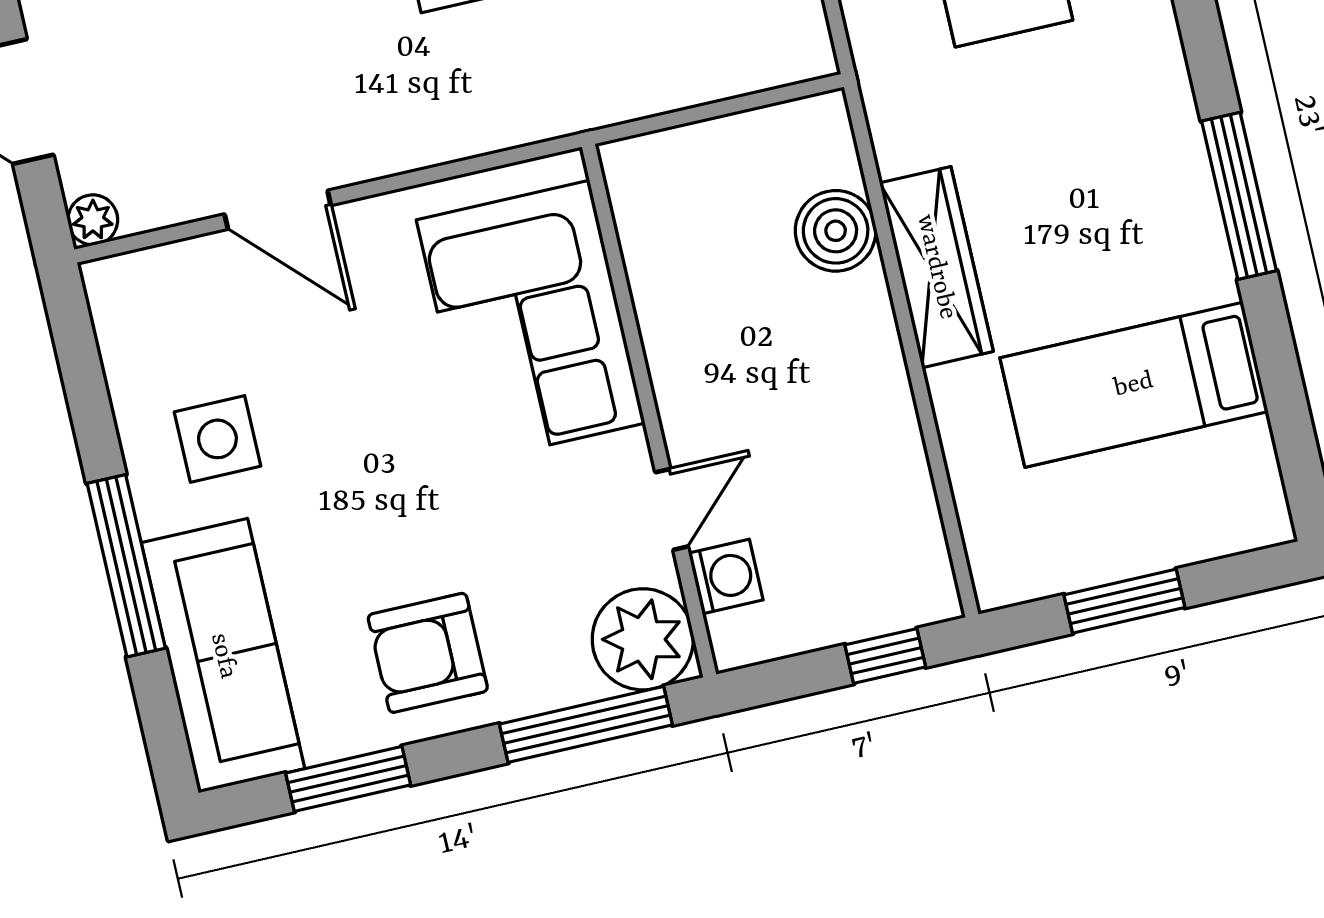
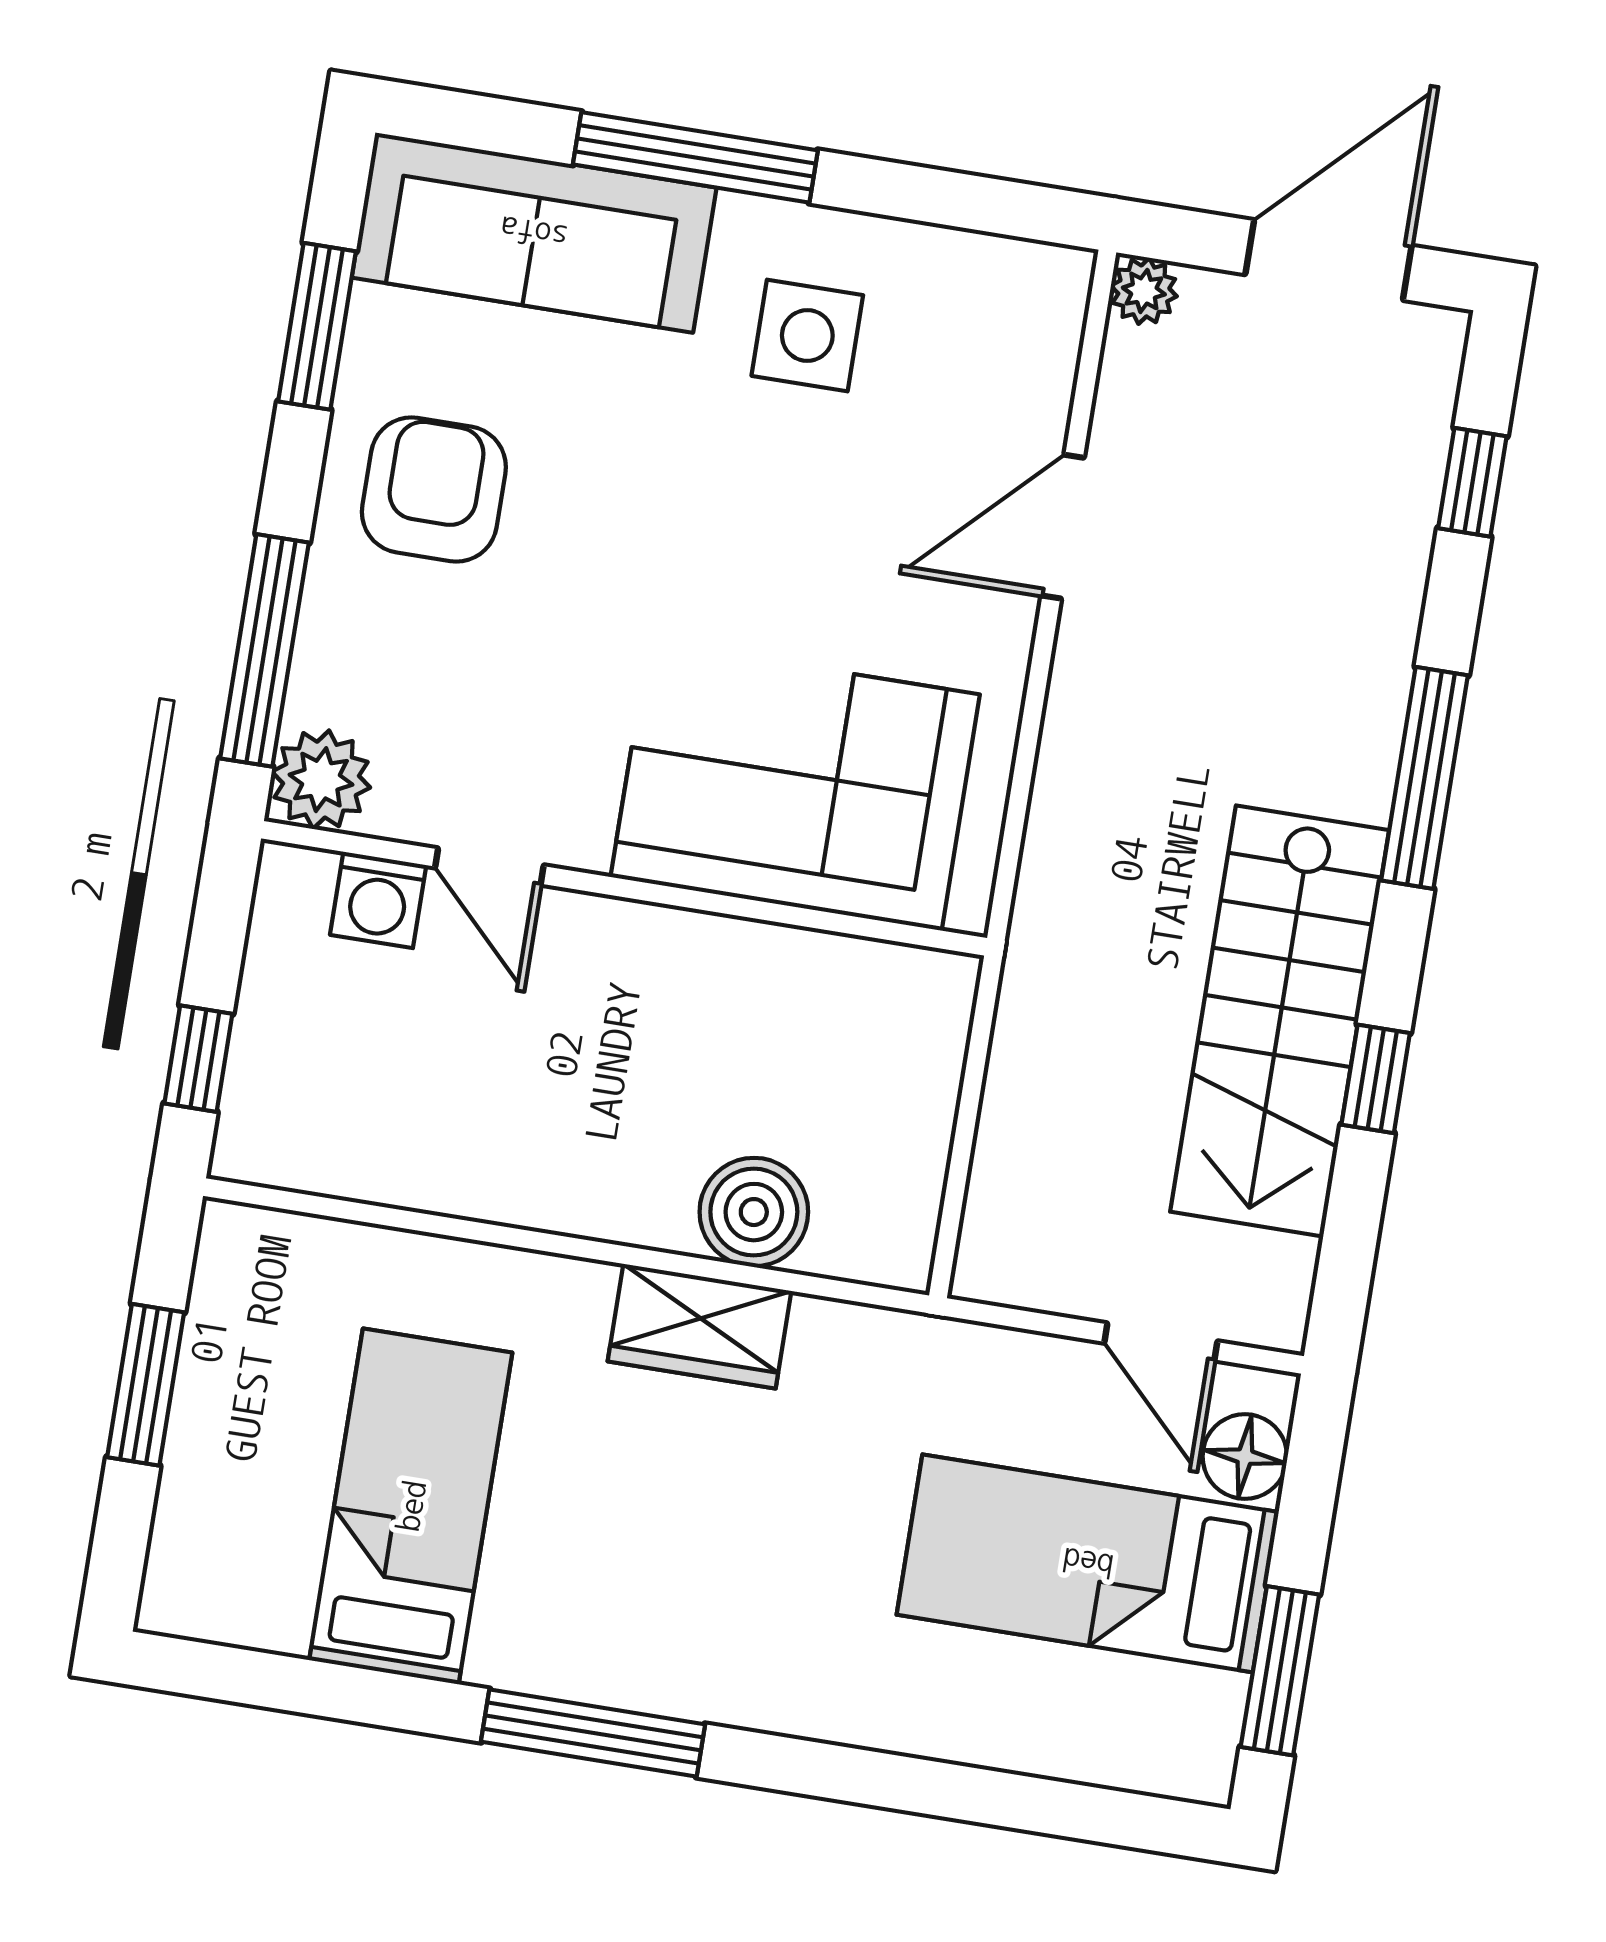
wardrobe: (936, 267) -> (700, 1326), width x0.67
plant: (643, 639) -> (321, 780), width x0.73, depth x0.73

